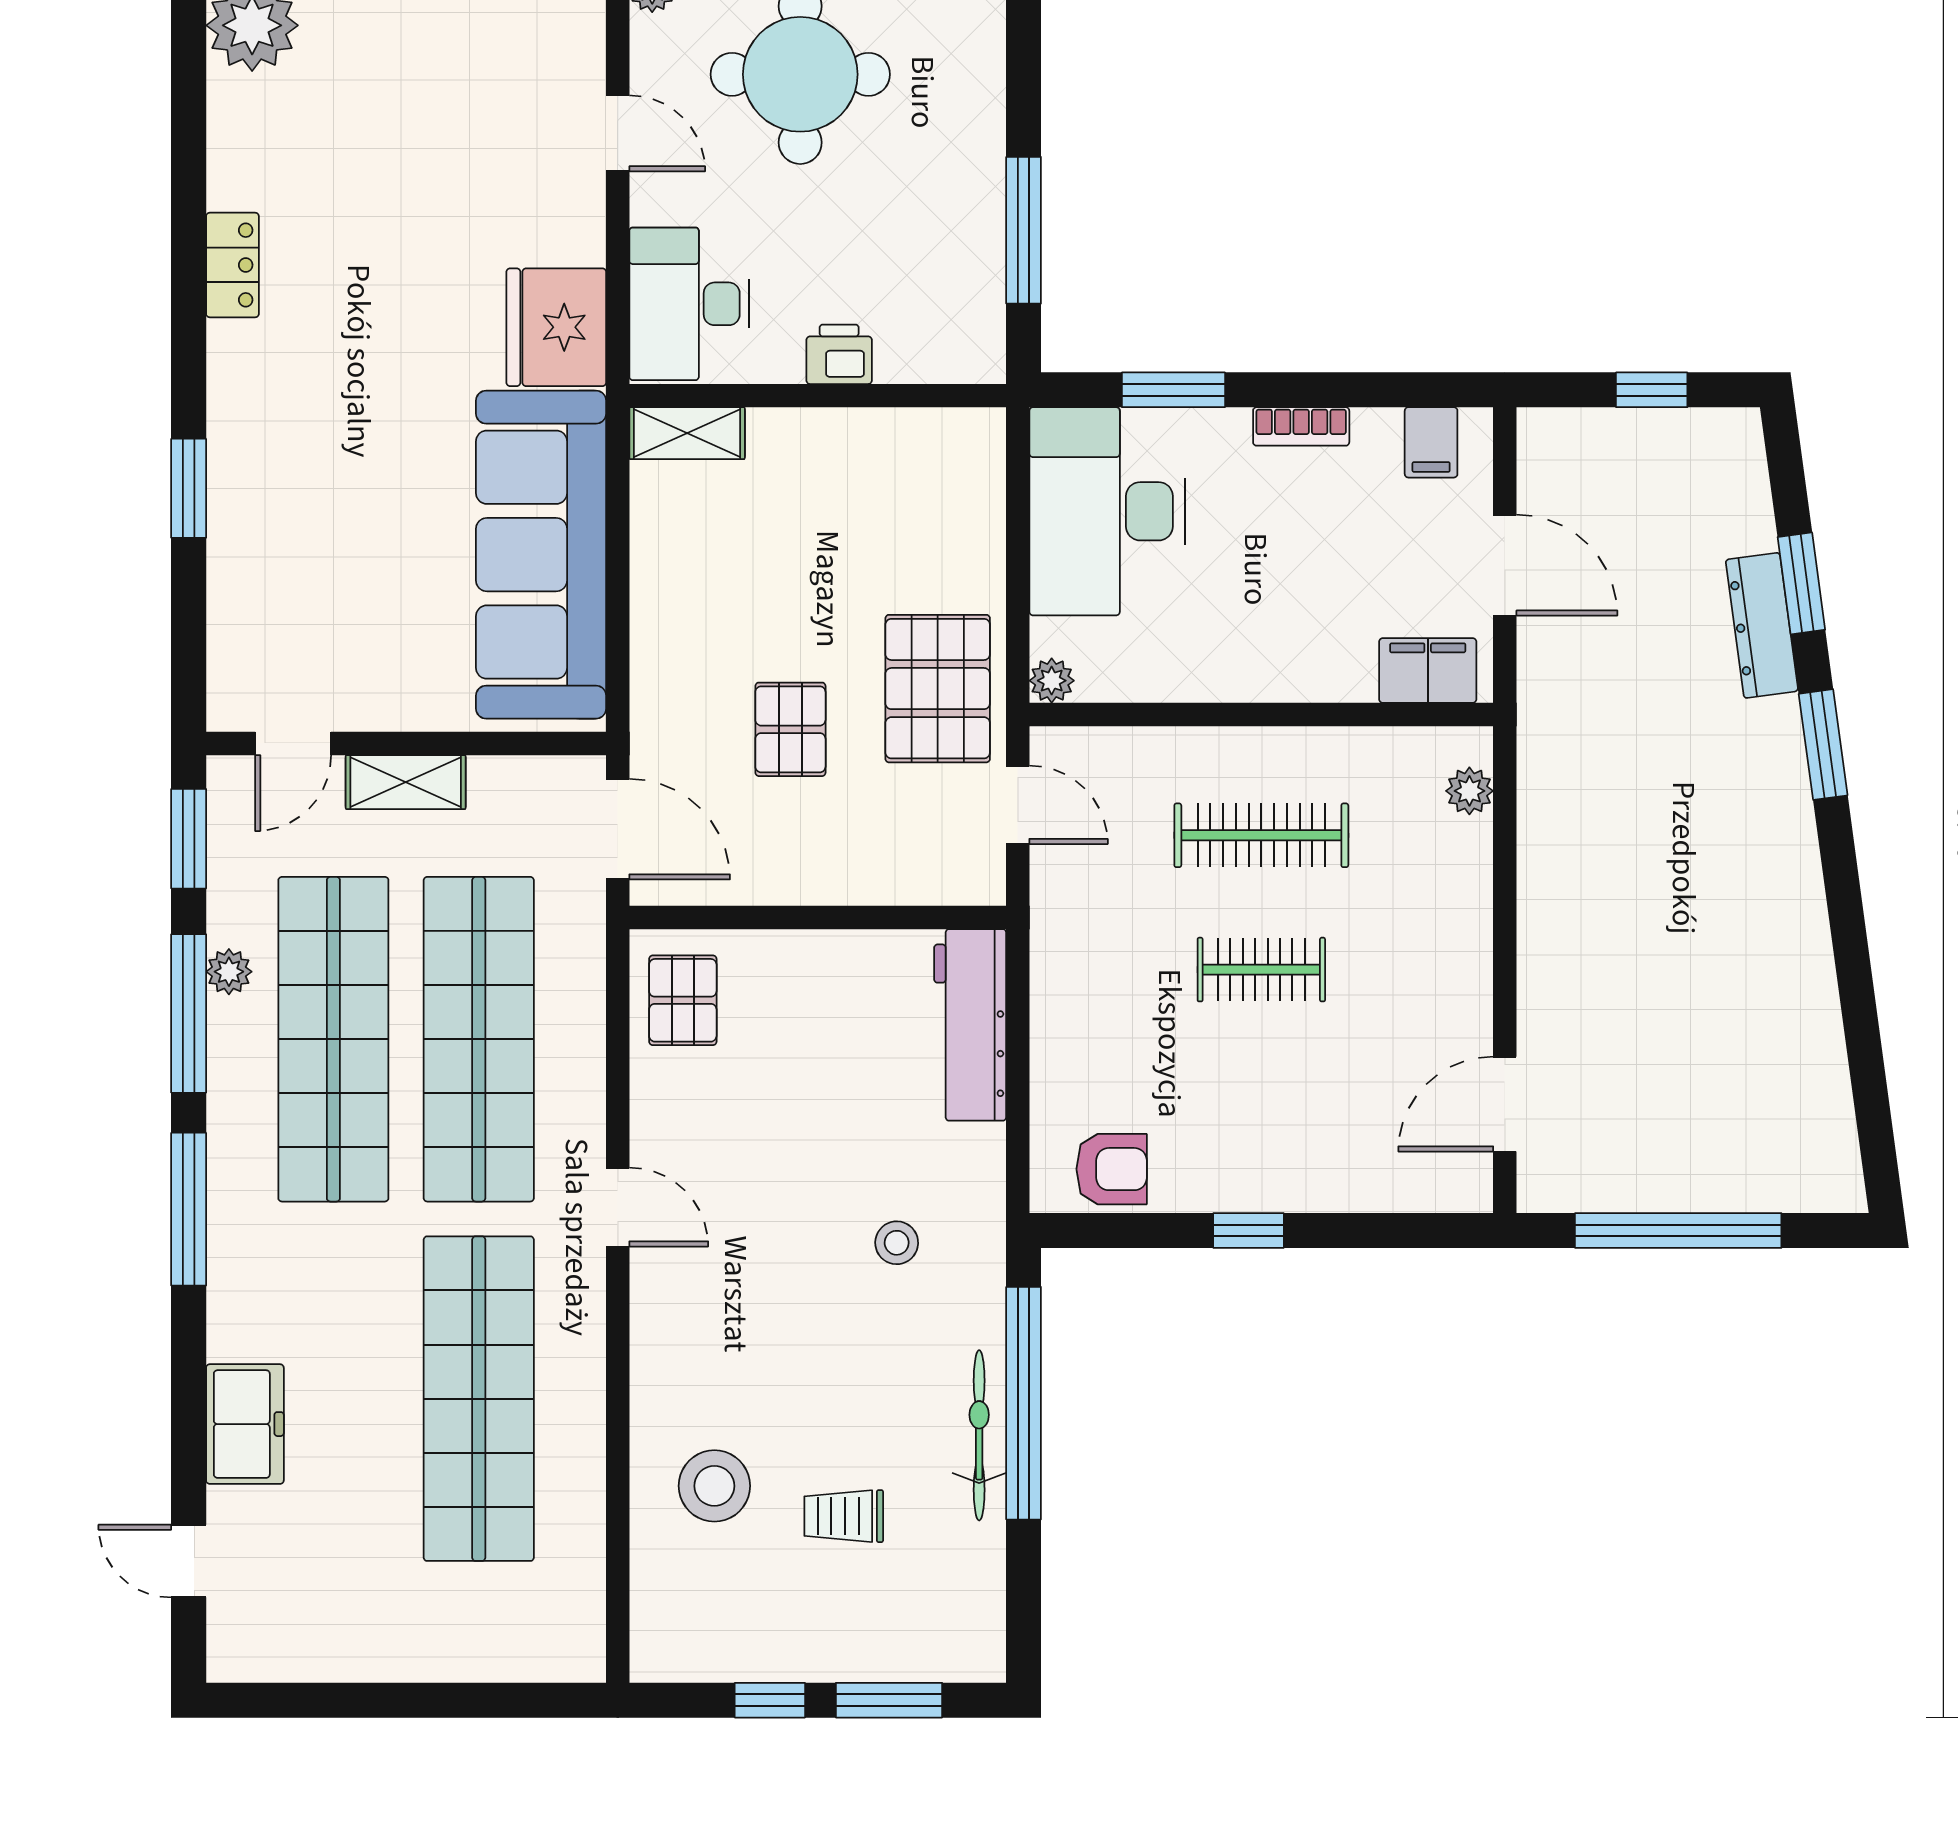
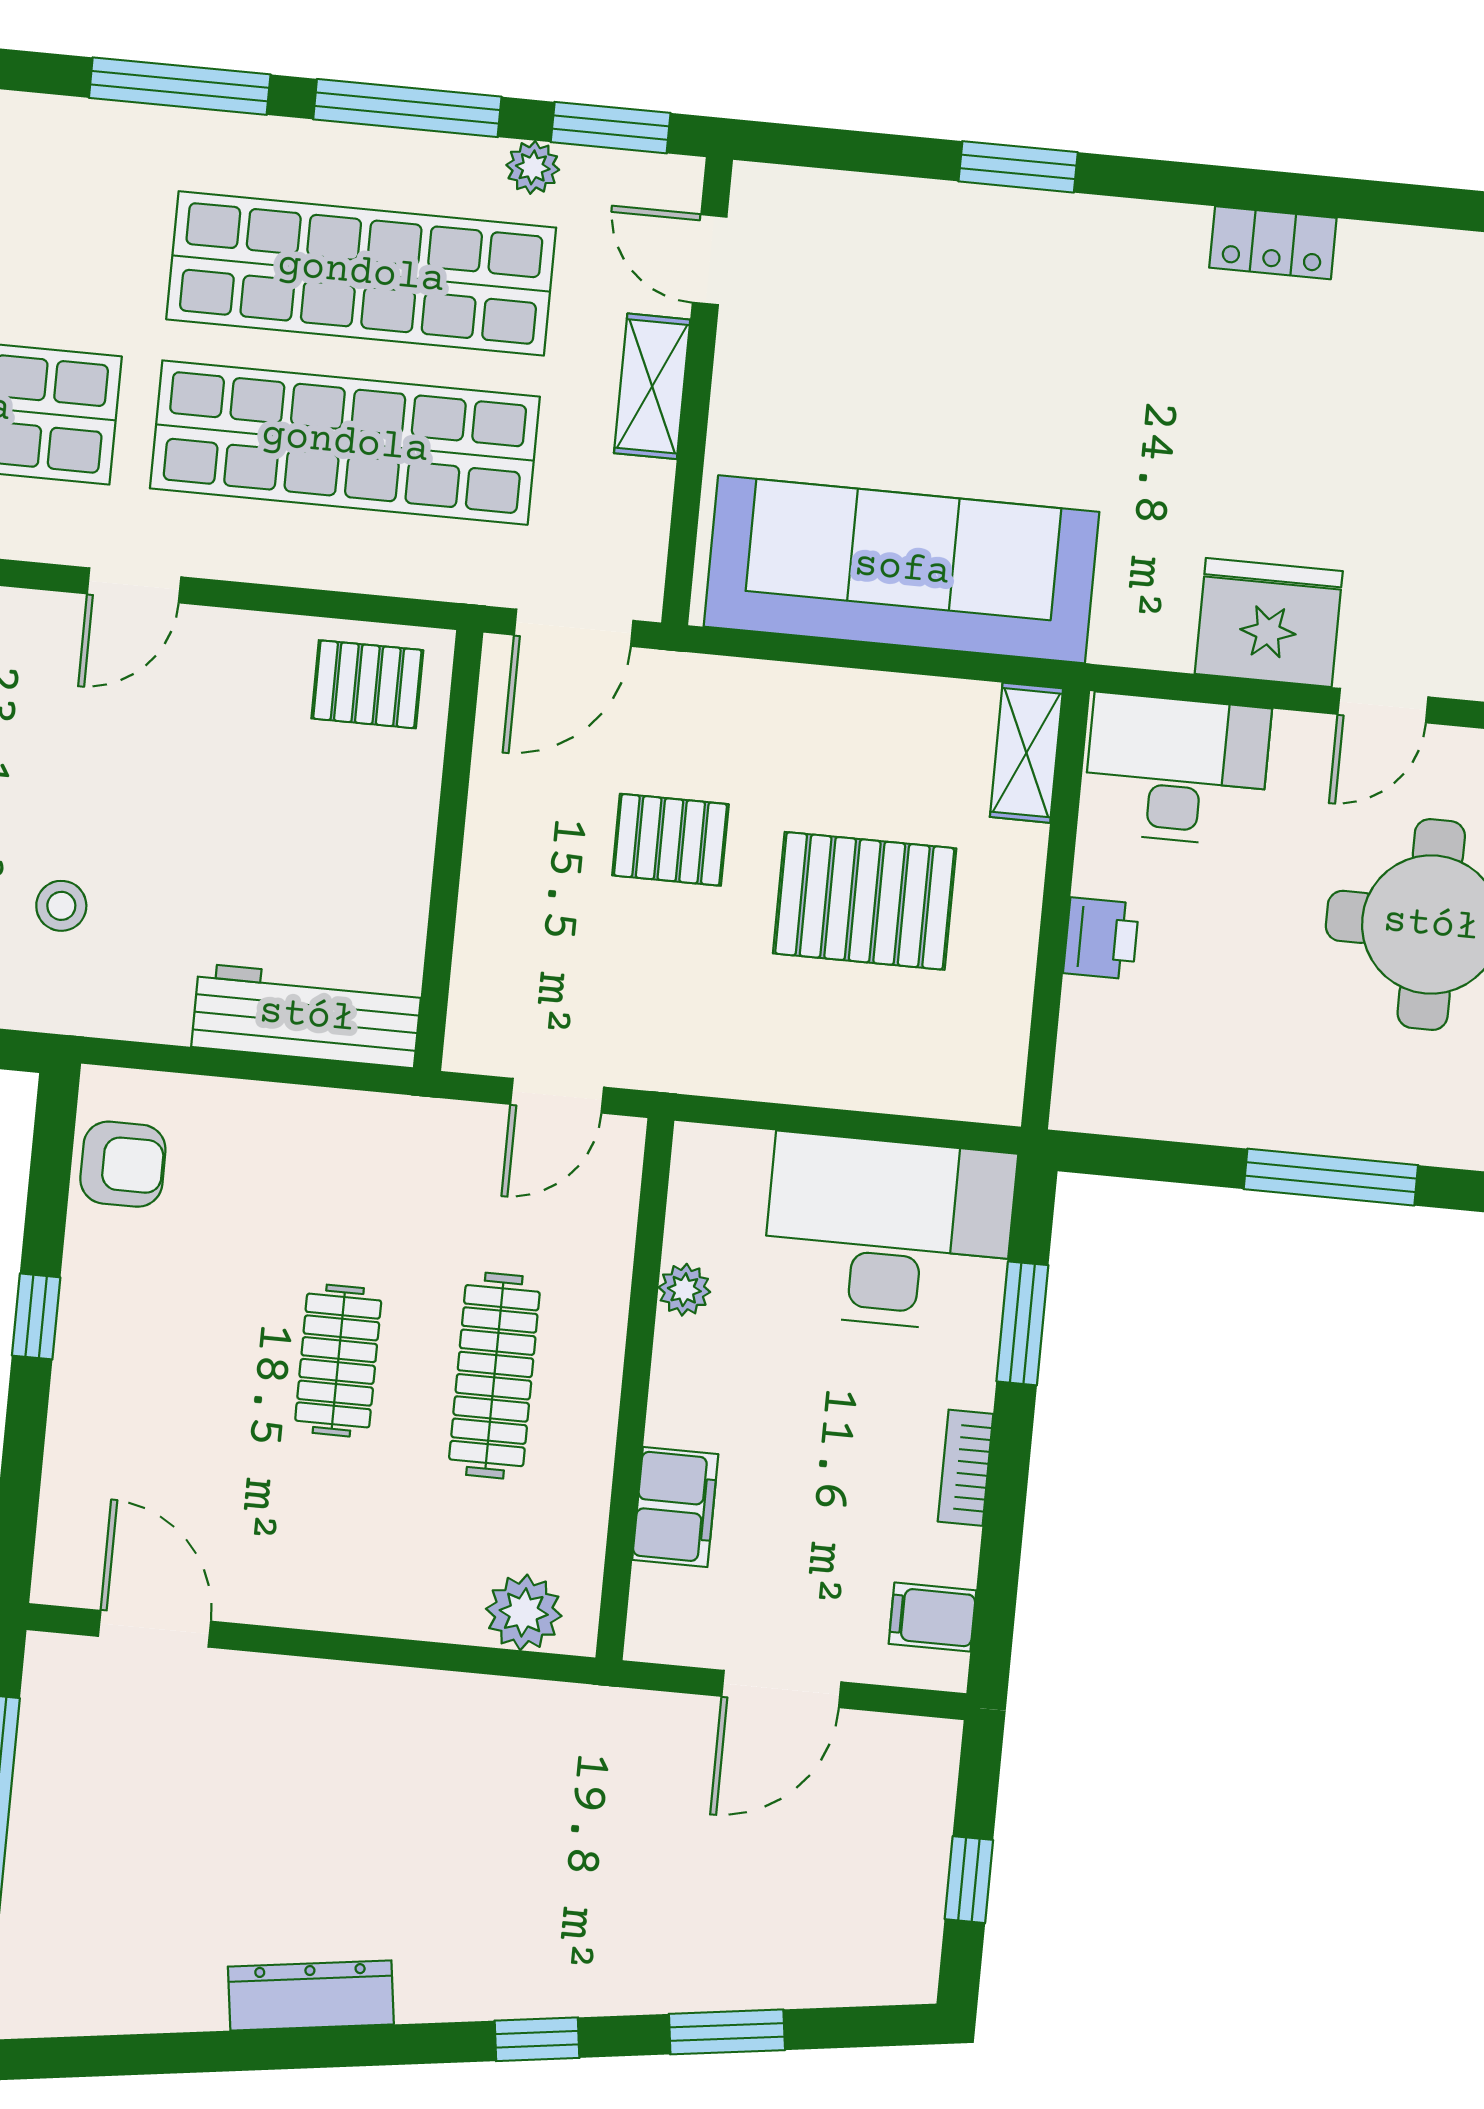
window: (1024, 230) -> (1331, 1177), moved
fridge: (556, 327) -> (1269, 623), moved
dresser: (1762, 625) -> (311, 1995), moved
filing cabinet: (1428, 671) -> (675, 1507), moved
plant: (1052, 681) -> (684, 1290), moved
pallet: (938, 689) -> (865, 901), moved
window: (1823, 745) -> (537, 2039), width x0.67
plant: (1469, 791) -> (524, 1612), width x1.38, depth x1.38
plant: (229, 972) -> (533, 167), moved
armchair: (1112, 1169) -> (123, 1164), turned -90

